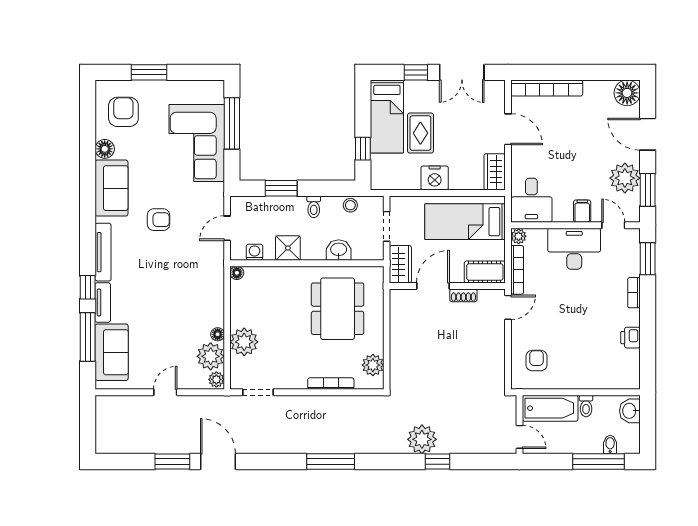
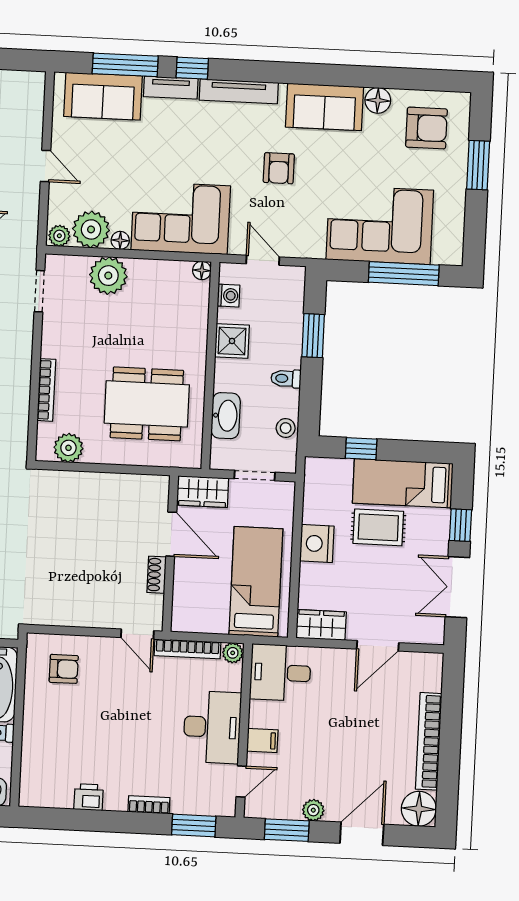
bookcase: (547, 88) -> (429, 741), moved
plant: (625, 178) -> (313, 810), width x0.53, depth x0.53
washbasin: (339, 250) -> (226, 416), width x1.38
cot: (485, 272) -> (187, 605), removed
corner sofa: (199, 290) -> (181, 218), added

